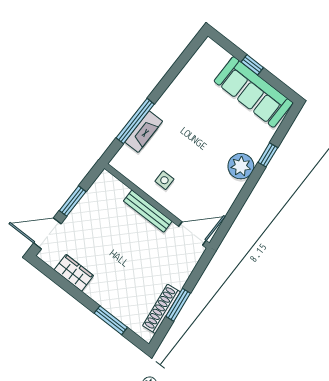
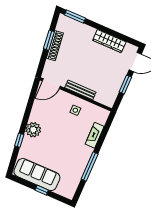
window: (135, 121) -> (90, 166), moved
wardrobe: (74, 273) -> (109, 41), width x1.50
shoe rack: (162, 309) -> (55, 46), moved
window: (111, 320) -> (75, 17), moved

